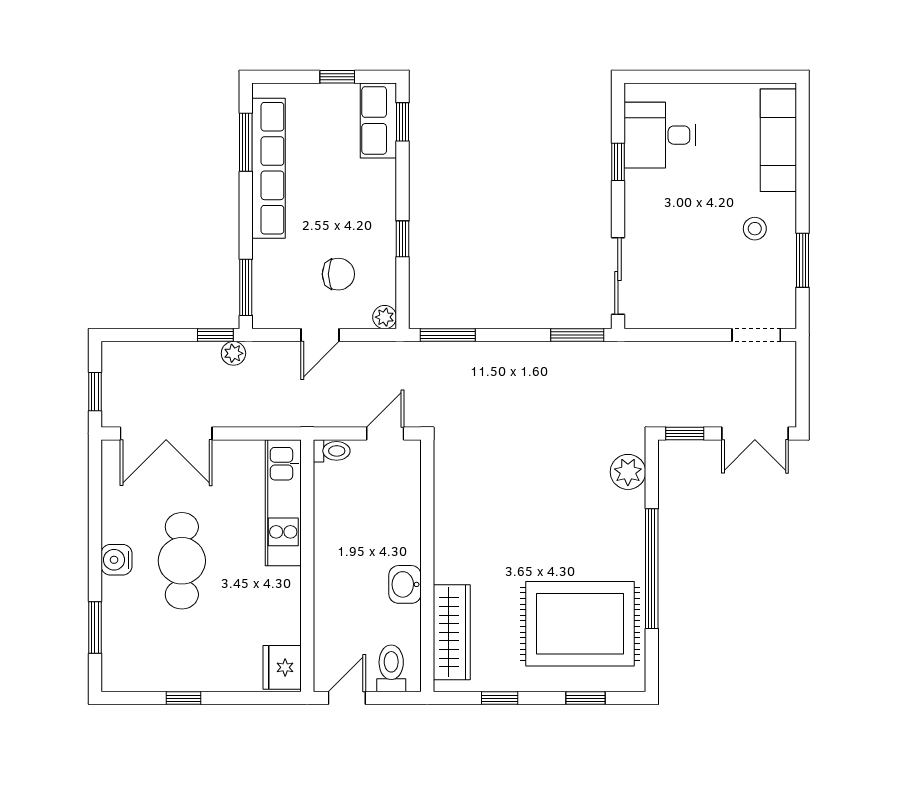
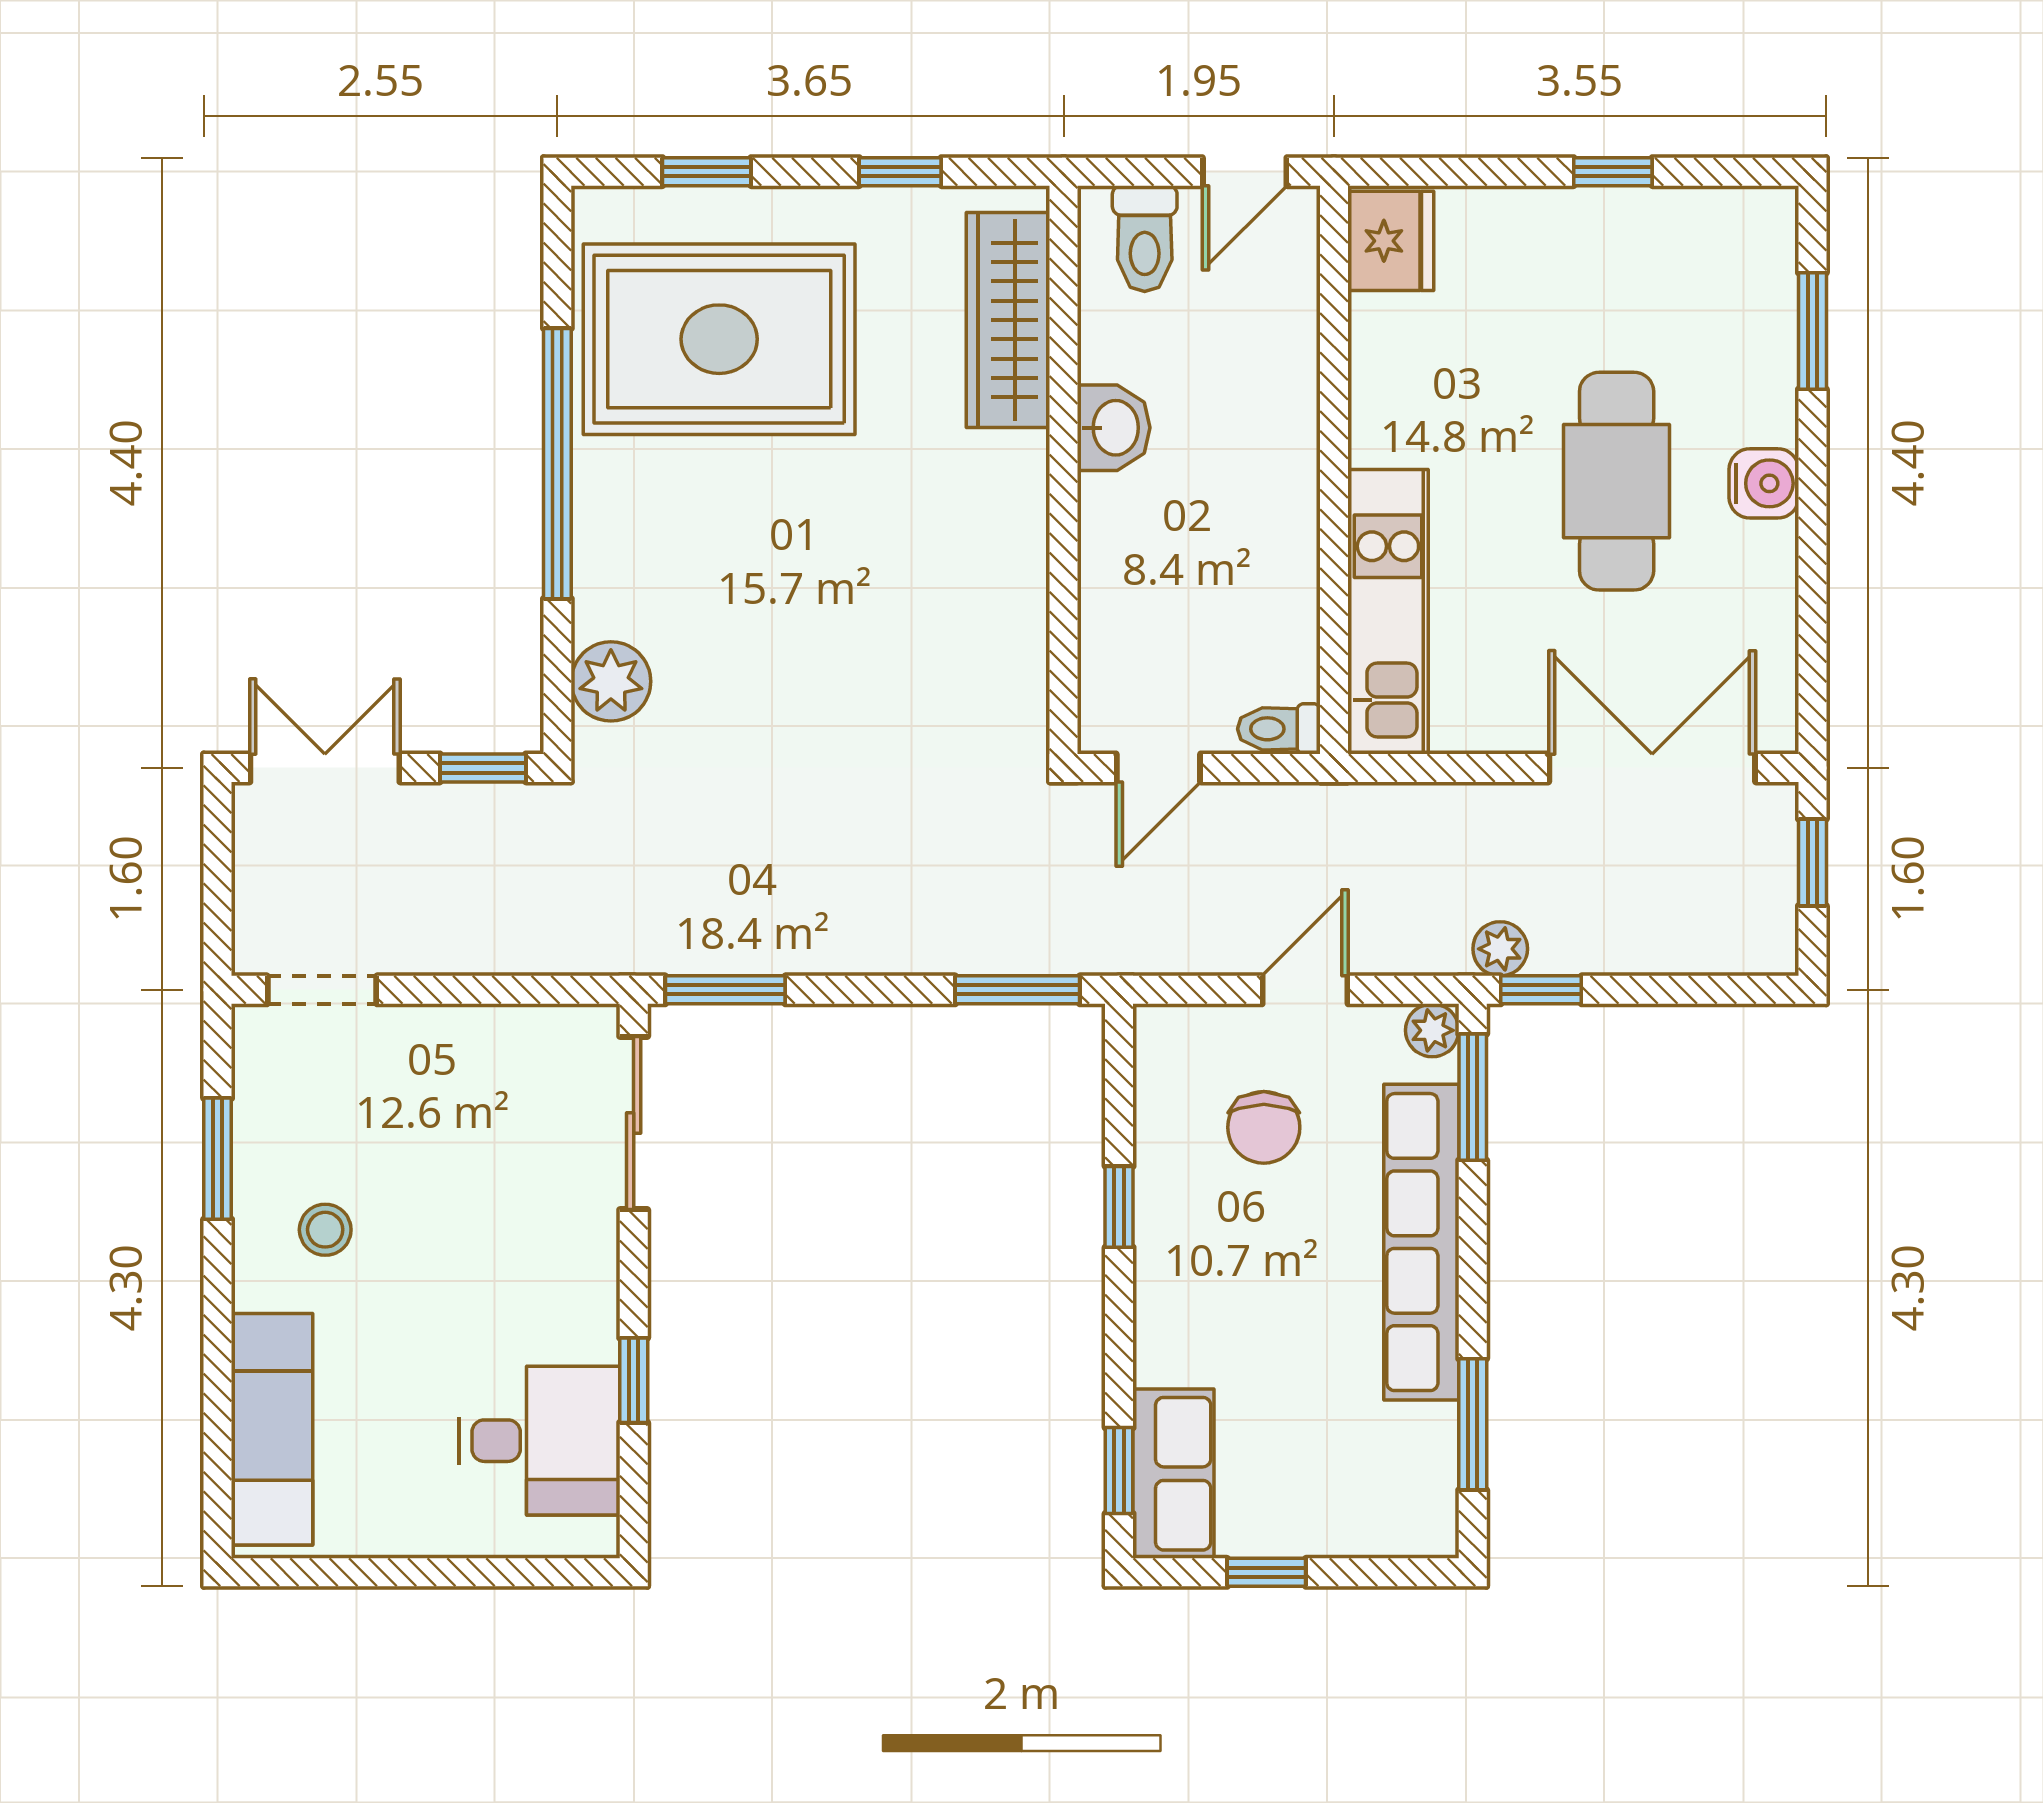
row of seats: (268, 168) -> (1421, 1242), moved
chair: (338, 274) -> (1264, 1127), turned -90
plant: (385, 317) -> (1432, 1030), moved

